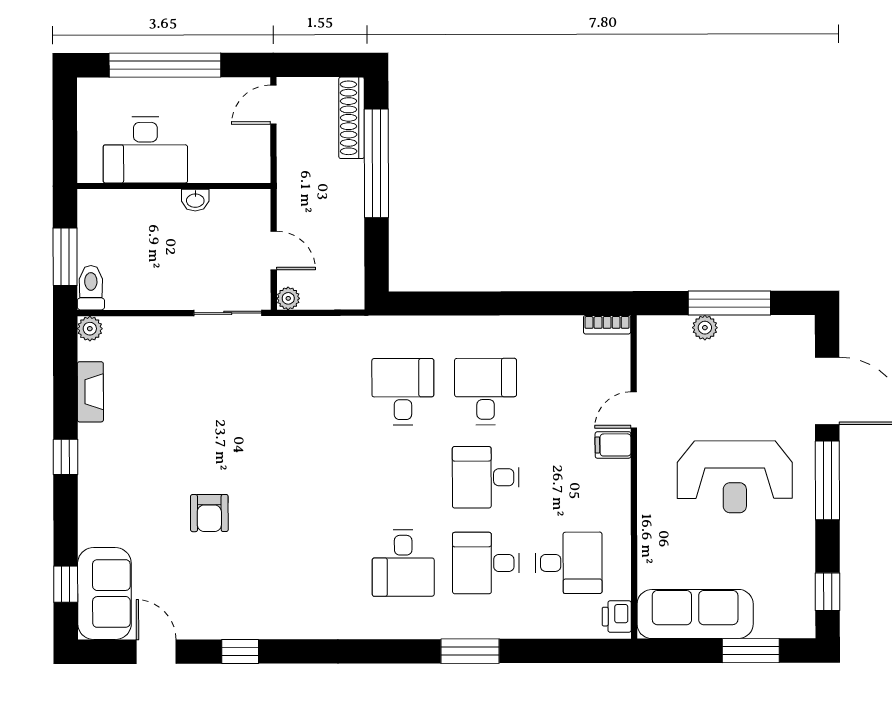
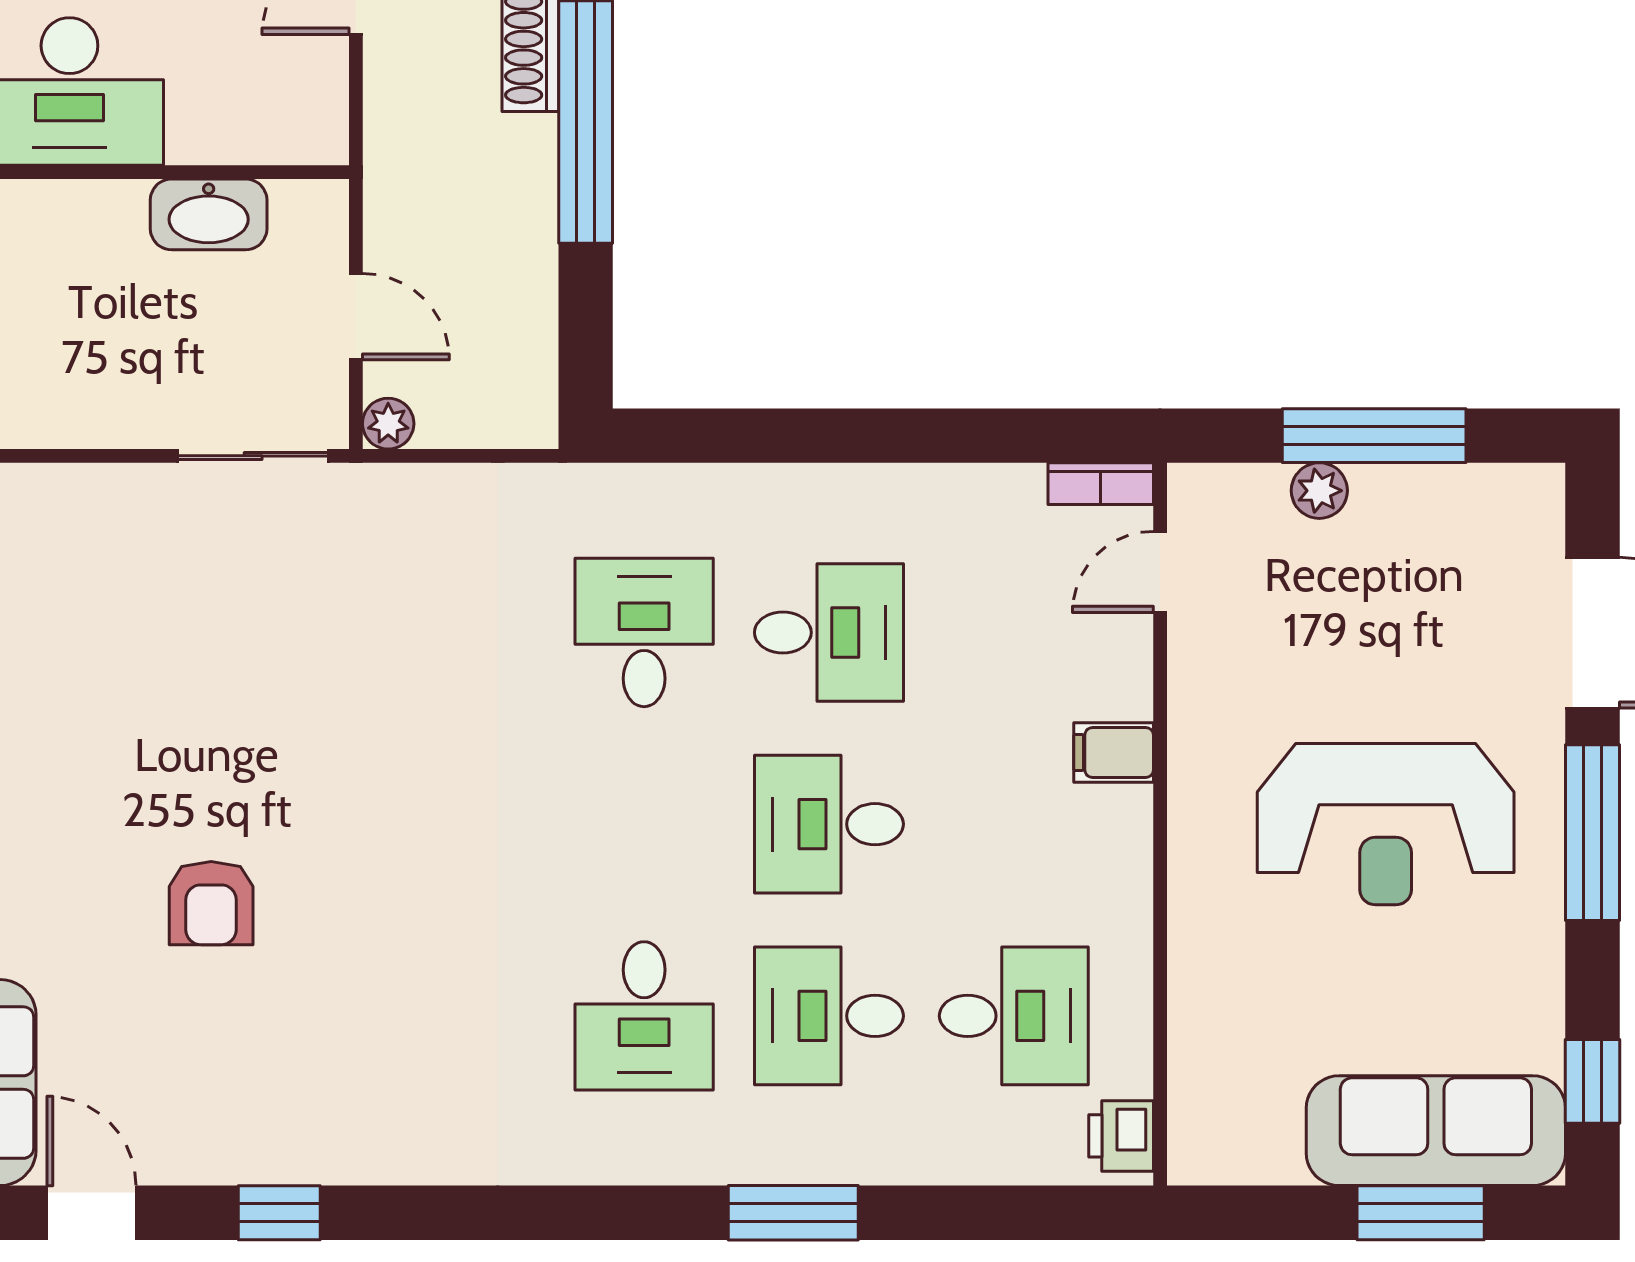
washbasin: (195, 200) -> (209, 214), width x1.91, depth x1.45
desk: (486, 392) -> (829, 633), turned 90
door: (634, 410) -> (1160, 572), moved
sofa: (695, 614) -> (1436, 1131), moved

